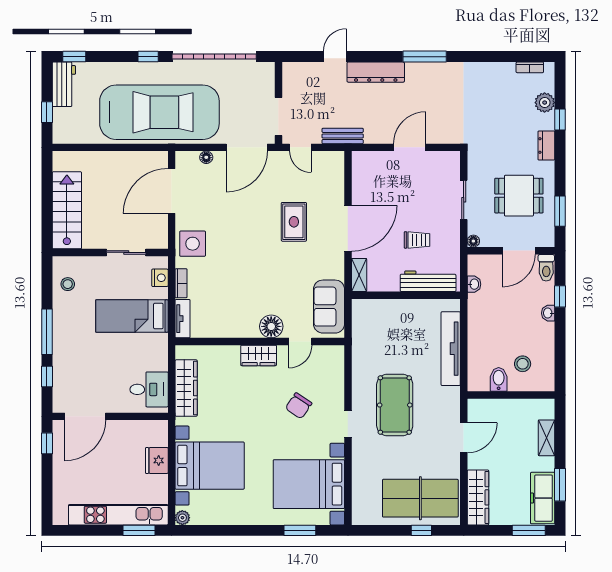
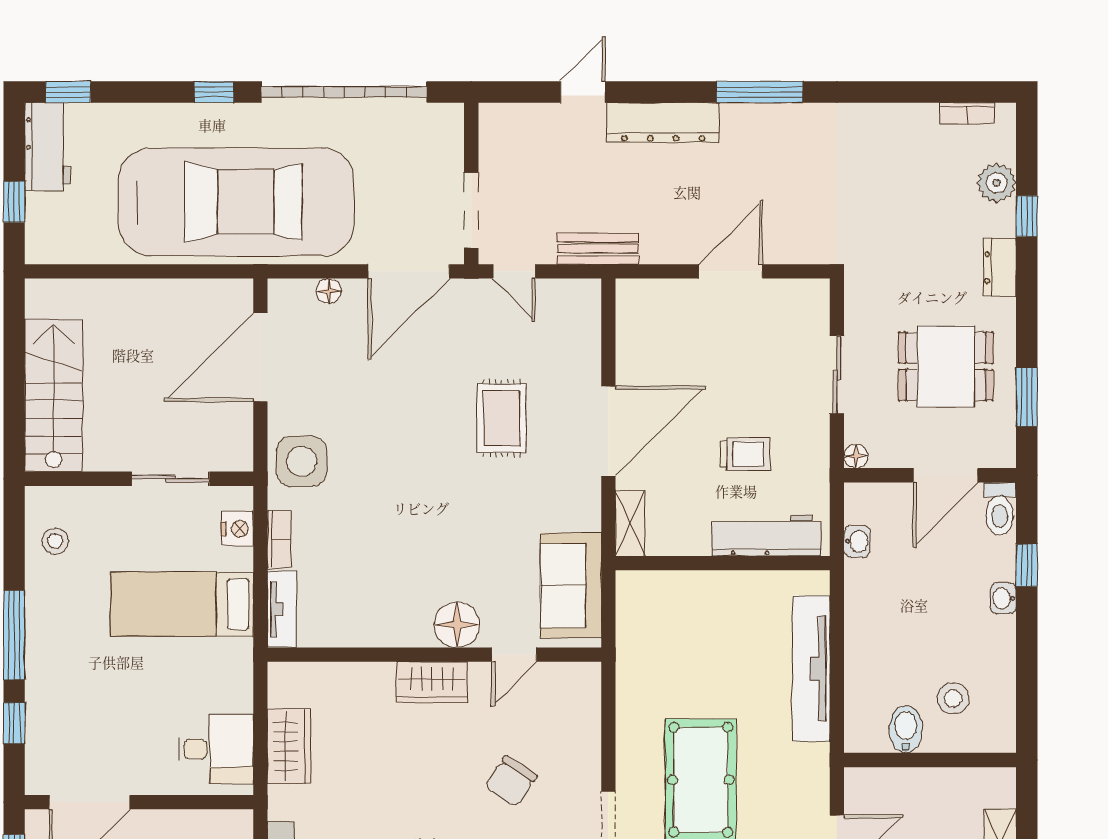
wardrobe: (186, 388) -> (289, 746), width x0.67

